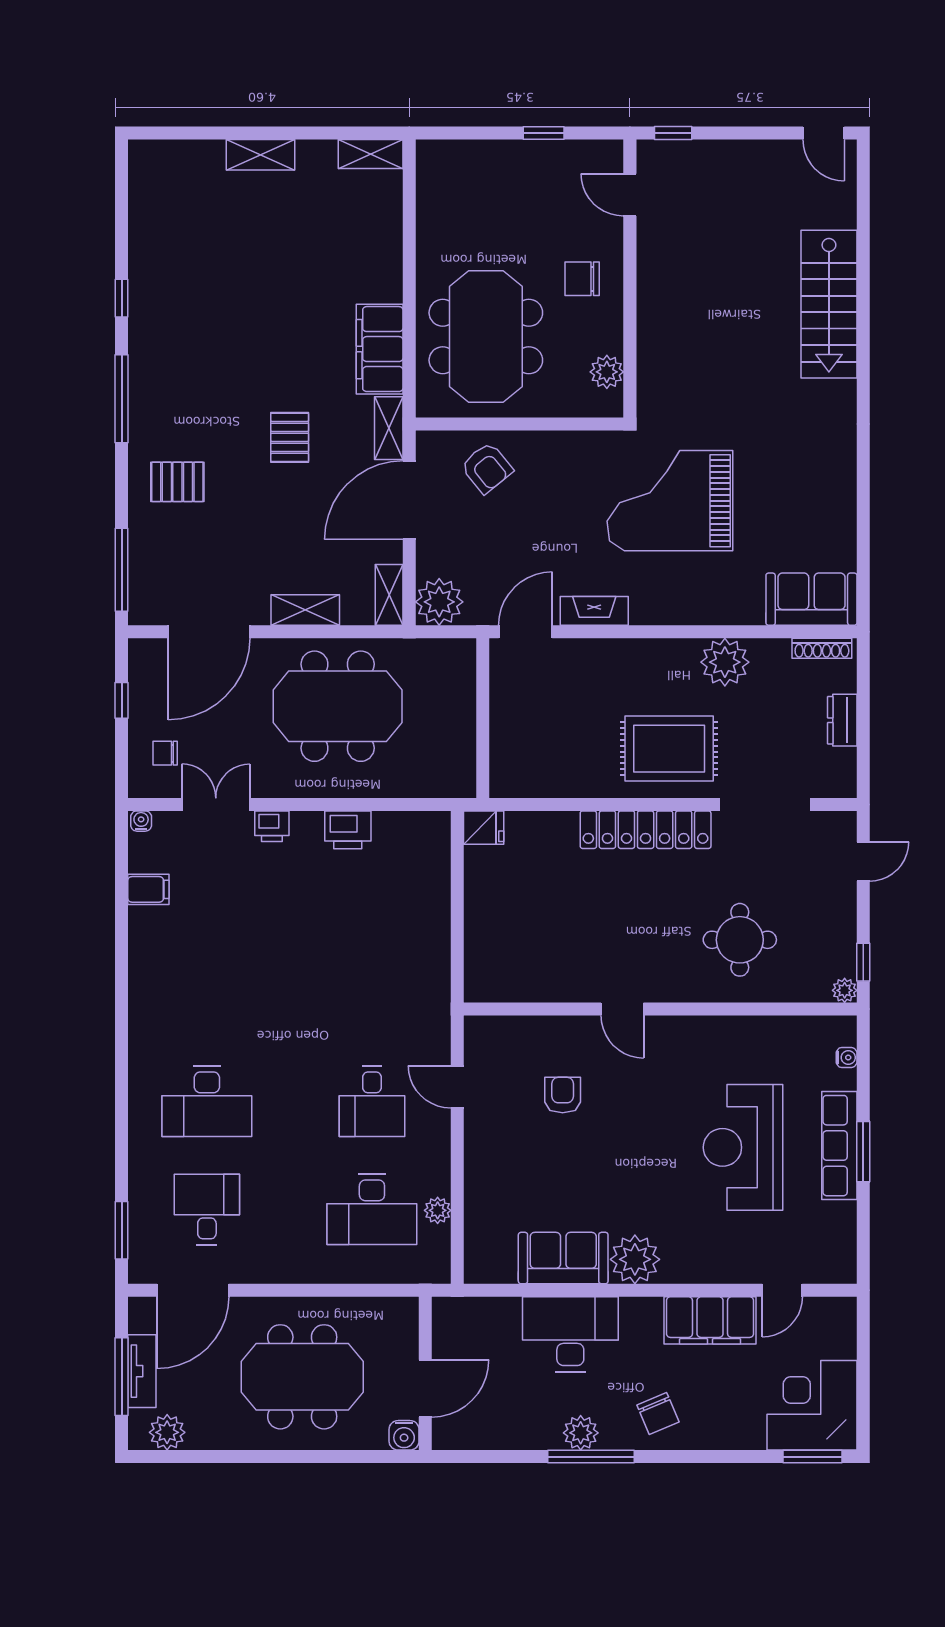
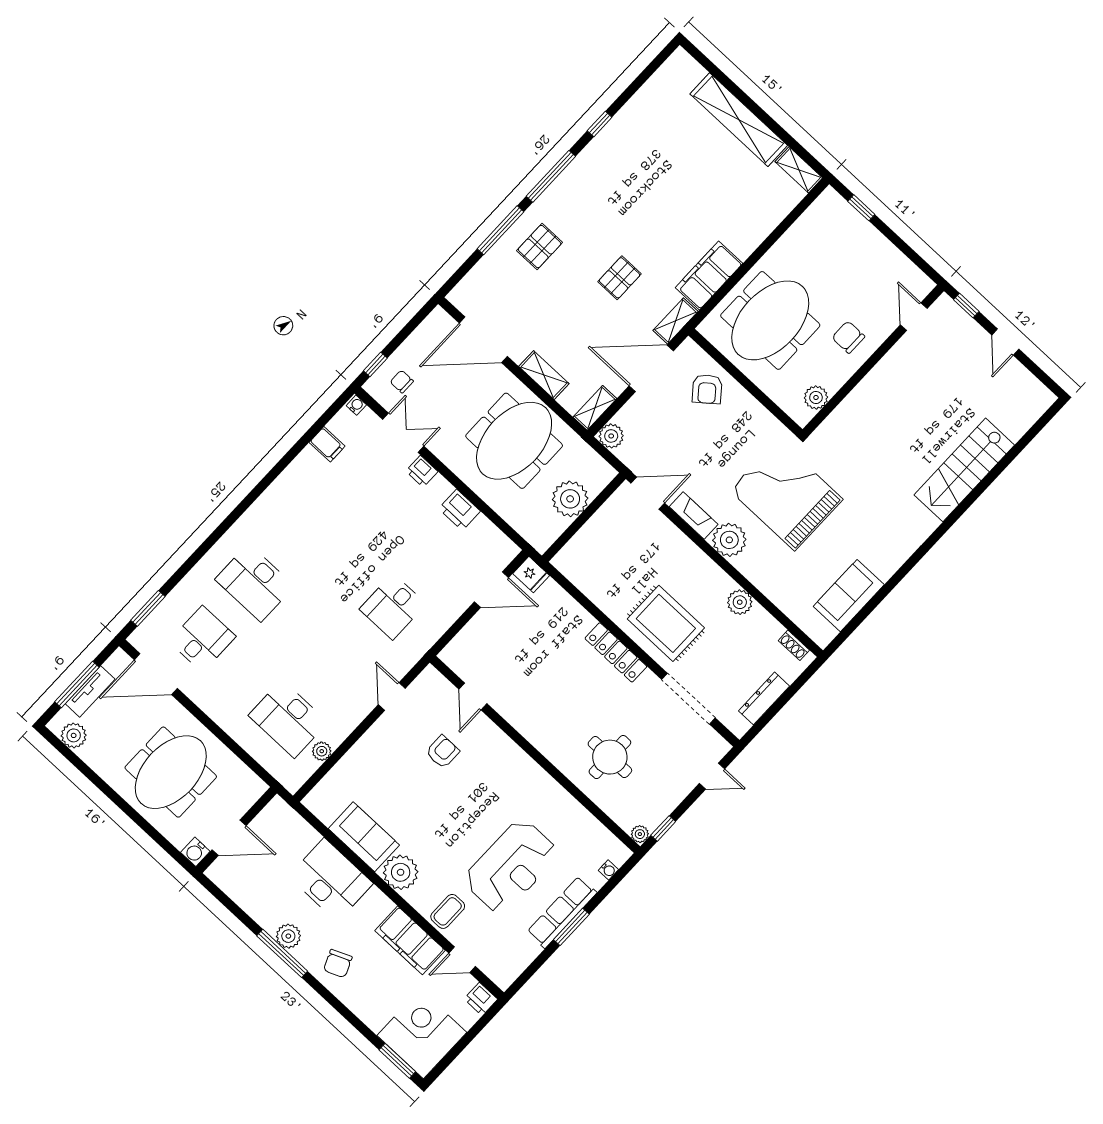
window: (544, 133) -> (861, 208), moved
door: (824, 133) -> (1005, 342), moved
shelving: (261, 155) -> (739, 120), width x2.20, depth x1.33
pallet: (177, 482) -> (540, 247), turned 90
window: (122, 570) -> (500, 230), moved
sofa: (811, 599) -> (849, 596), moved, turned -90
plant: (439, 602) -> (611, 436), width x0.73, depth x0.73
plant: (654, 602) -> (729, 540), added
shoe rack: (822, 648) -> (794, 645), width x0.70
plant: (725, 662) -> (740, 602), width x0.73, depth x0.73
window: (122, 700) -> (375, 364), moved
meeting table: (338, 706) -> (514, 441), turned 90
plant: (451, 712) -> (570, 499), added
dresser: (842, 720) -> (764, 698), width x1.44
locker: (646, 830) -> (616, 652), width x0.71, depth x0.83
door: (457, 881) -> (491, 590), added
door: (622, 1009) -> (473, 696), moved
desk: (372, 1101) -> (393, 607), moved
reception desk: (743, 1147) -> (511, 866), turned 180
coffee table: (721, 1254) -> (448, 911), added
printer: (839, 1313) -> (481, 999), added
meeting table: (302, 1377) -> (171, 772), turned 90

